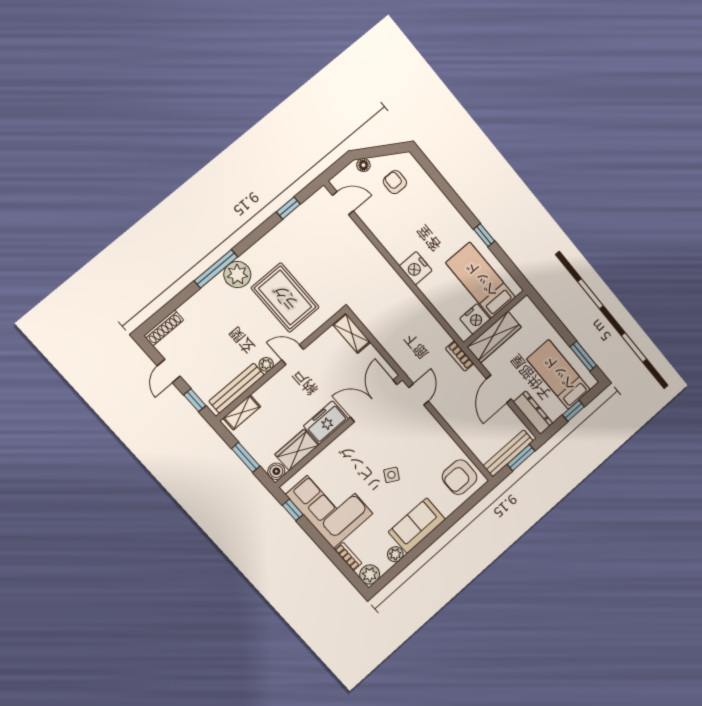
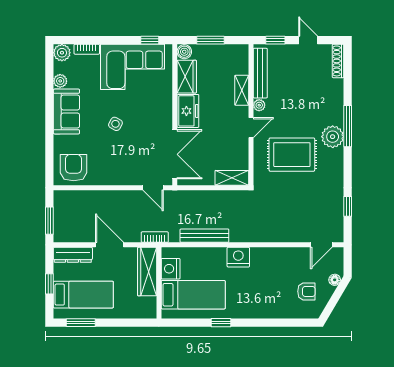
shelving: (242, 412) -> (242, 90), moved
bench: (508, 453) -> (204, 236), moved, turned 90

